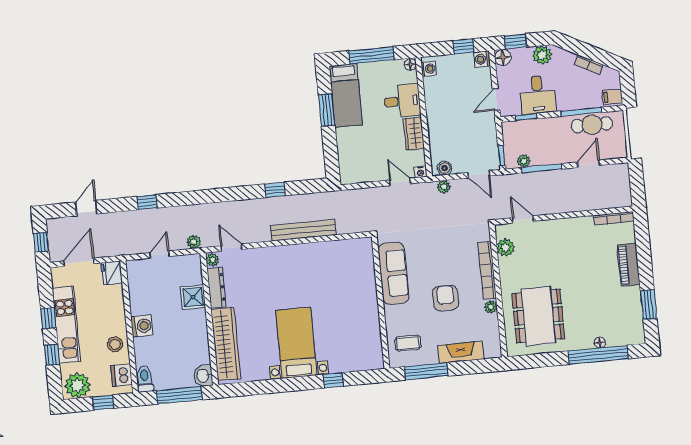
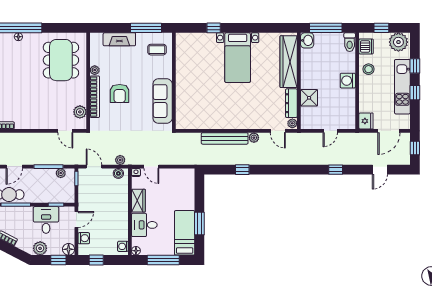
washing machine: (482, 59) -> (84, 238), moved
plant: (194, 242) -> (254, 138), moved
armchair: (446, 298) -> (120, 93), moved

